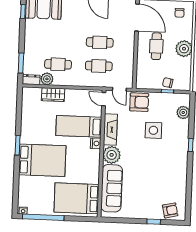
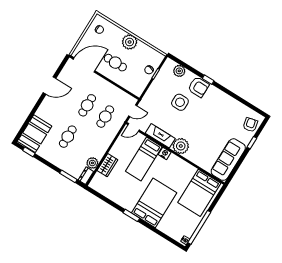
cafe table: (58, 64) -> (68, 137), moved
armchair: (139, 102) -> (198, 87), moved, turned 90
sofa: (112, 188) -> (228, 160), moved, turned -90

